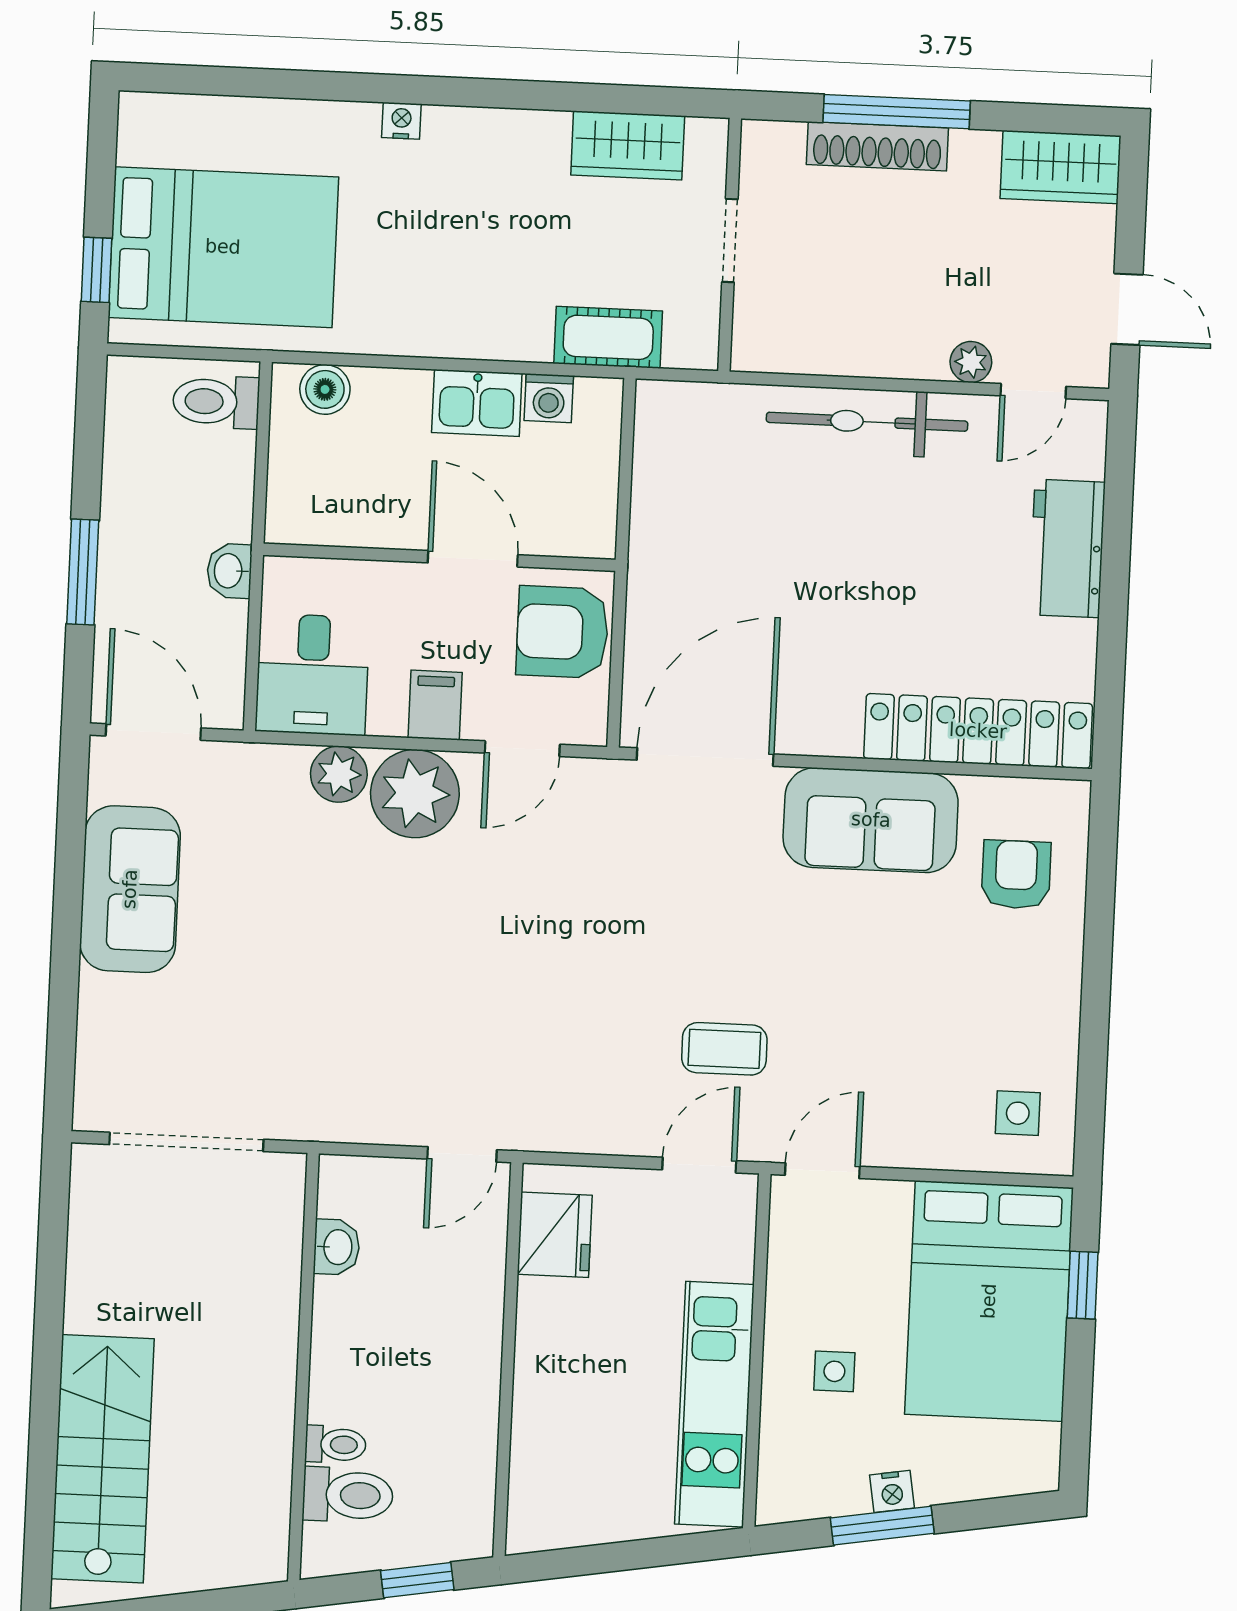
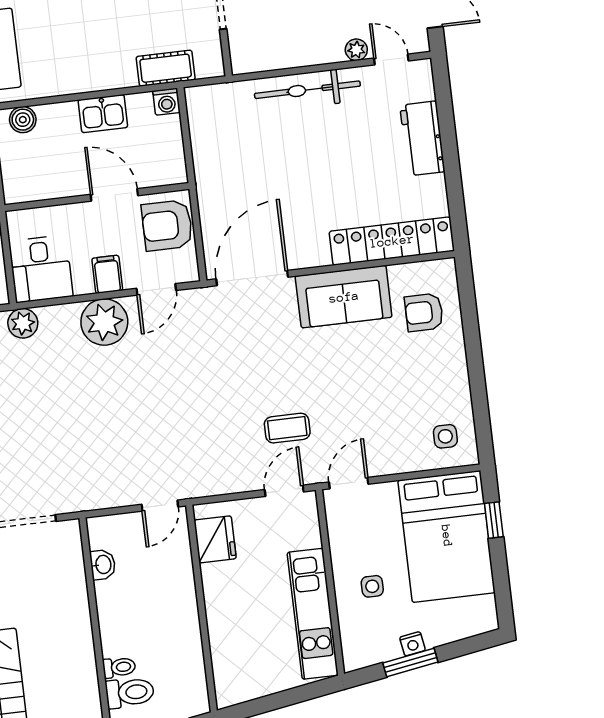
door: (1033, 391) -> (391, 59), swing flipped
washing machine: (549, 398) -> (167, 102), moved
plant: (339, 774) -> (23, 323), moved
armchair: (1016, 874) -> (424, 312), turned -90

